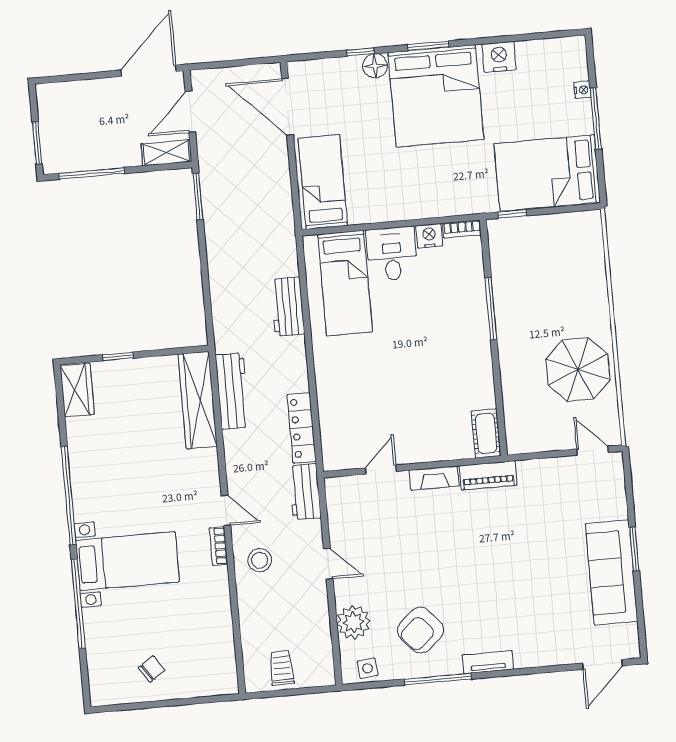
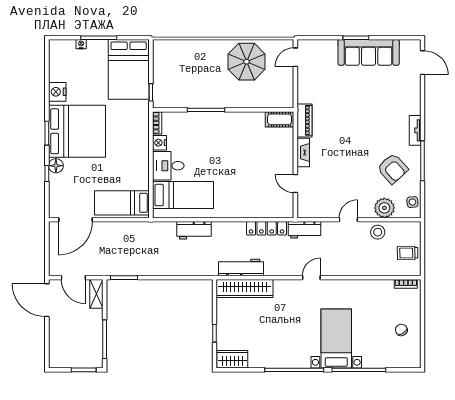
bookcase: (219, 546) -> (406, 284), moved
stool: (260, 560) -> (378, 232), moved

